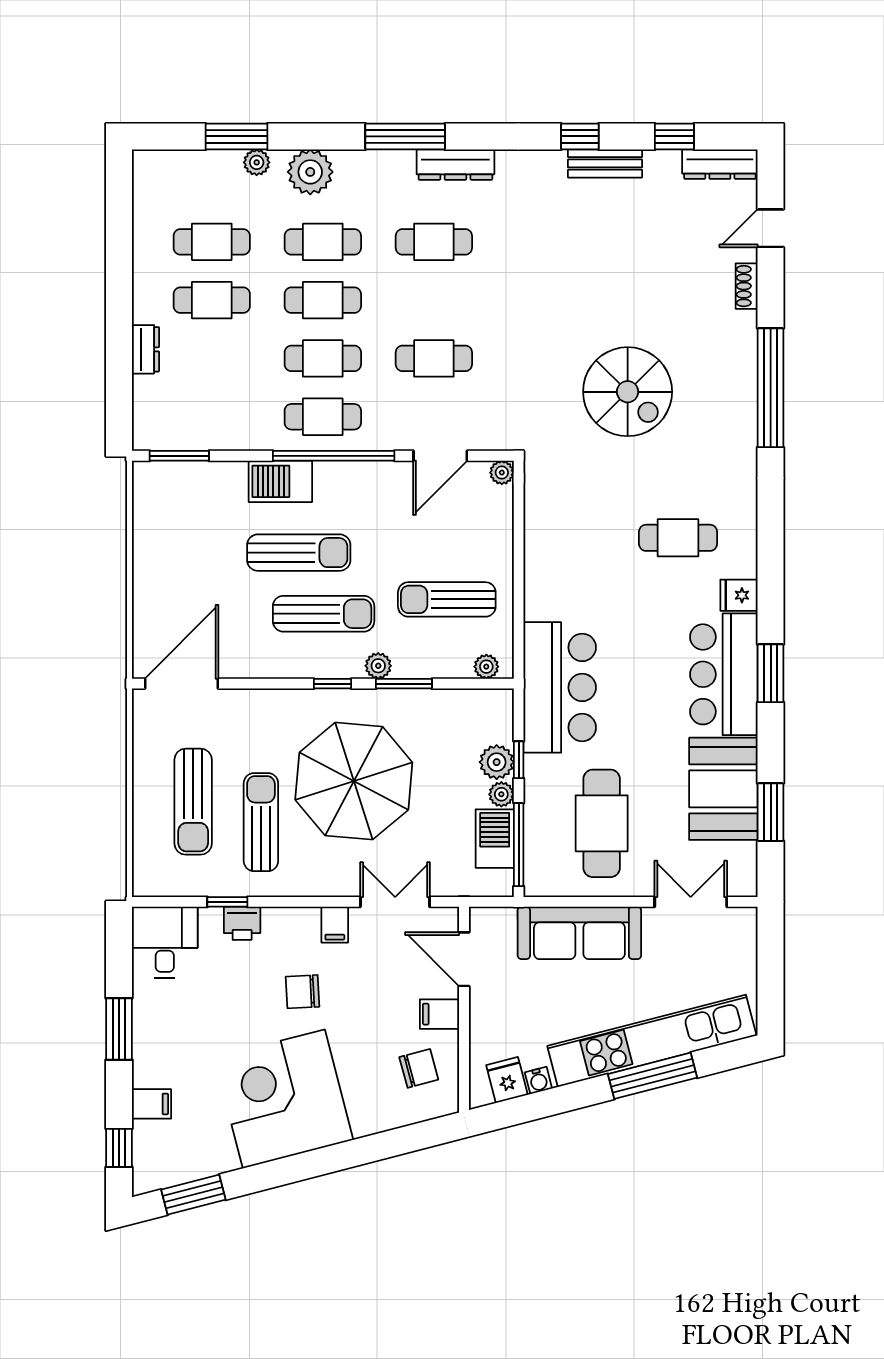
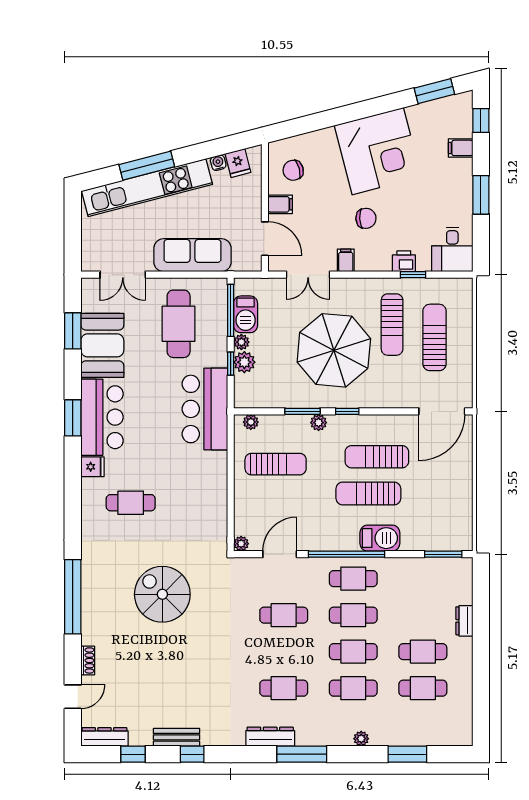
plant: (257, 162) -> (395, 738), removed
plant: (310, 172) -> (361, 739), width x0.53, depth x0.53
sun lounger: (324, 614) -> (377, 457), moved

